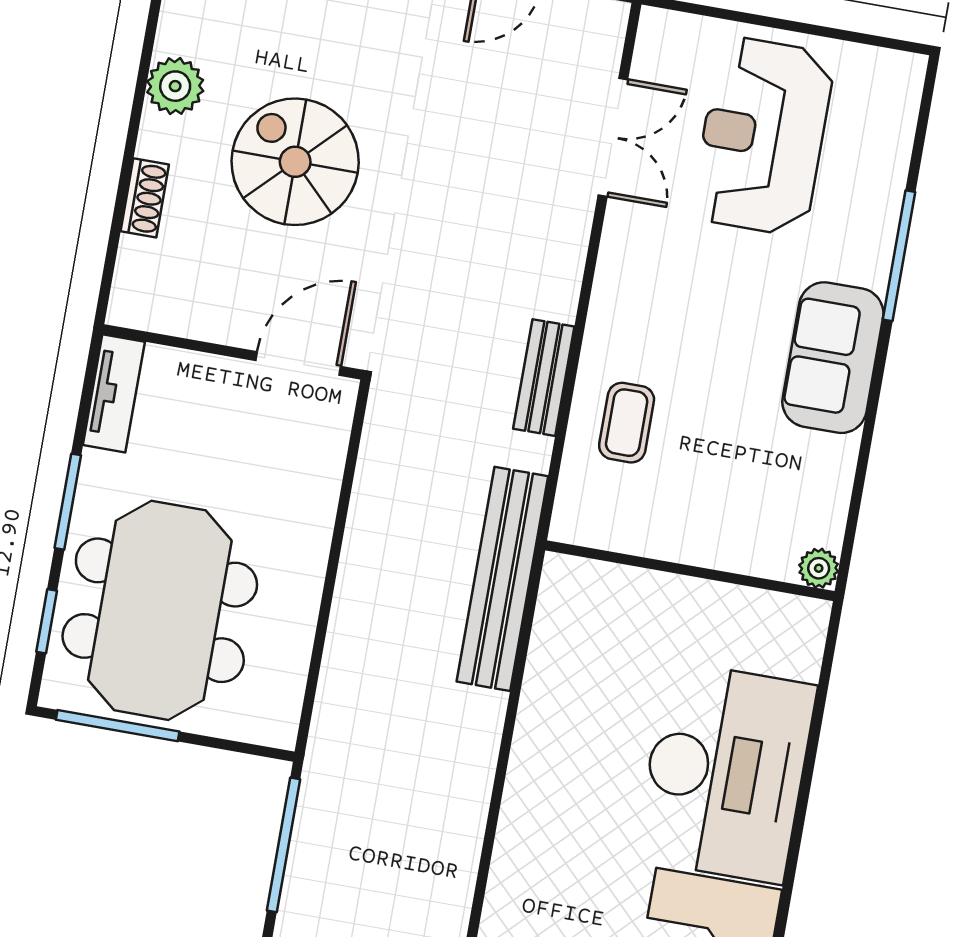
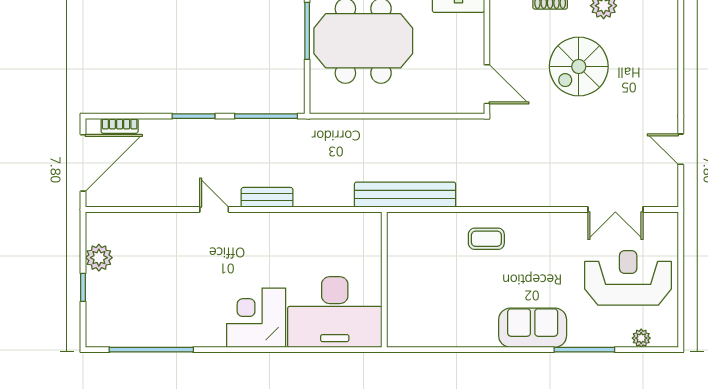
spiral stairs: (295, 162) -> (579, 67), turned 180
bench: (544, 378) -> (267, 197), moved
plant: (819, 568) -> (641, 338), moved
wall: (690, 571) -> (384, 280), moved

